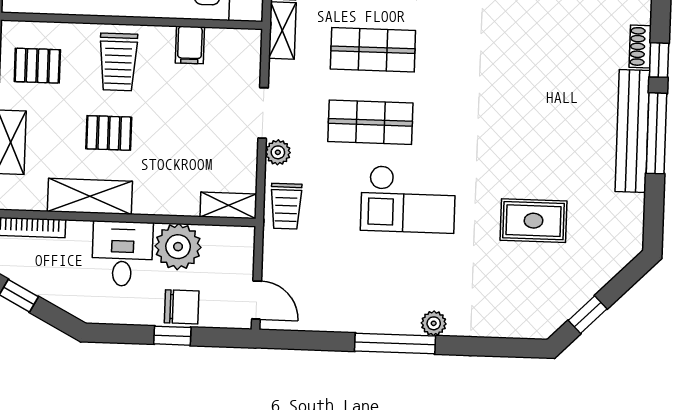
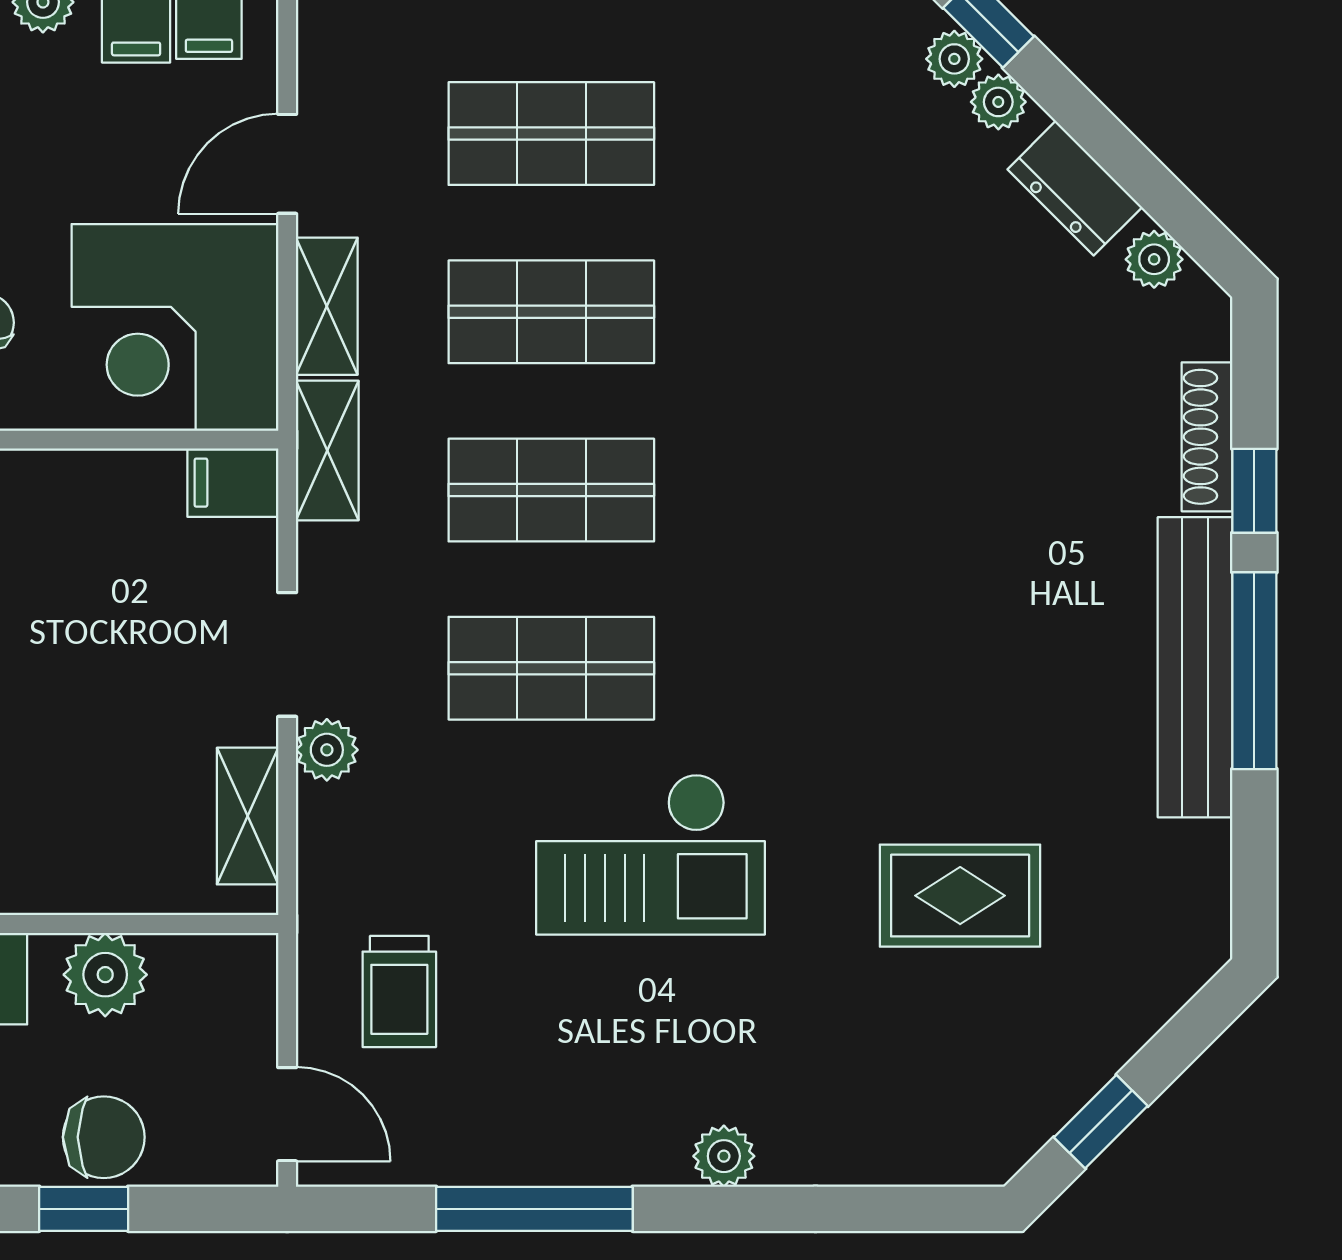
filing cabinet: (190, 45) -> (233, 483), moved, turned 90
shoe rack: (640, 47) -> (1207, 437), width x1.43
shelving: (228, 205) -> (248, 816), moved, turned 90
trolley: (286, 206) -> (399, 992), moved
plant: (178, 247) -> (105, 975), width x0.73, depth x0.73
window: (395, 343) -> (534, 1209), moved

